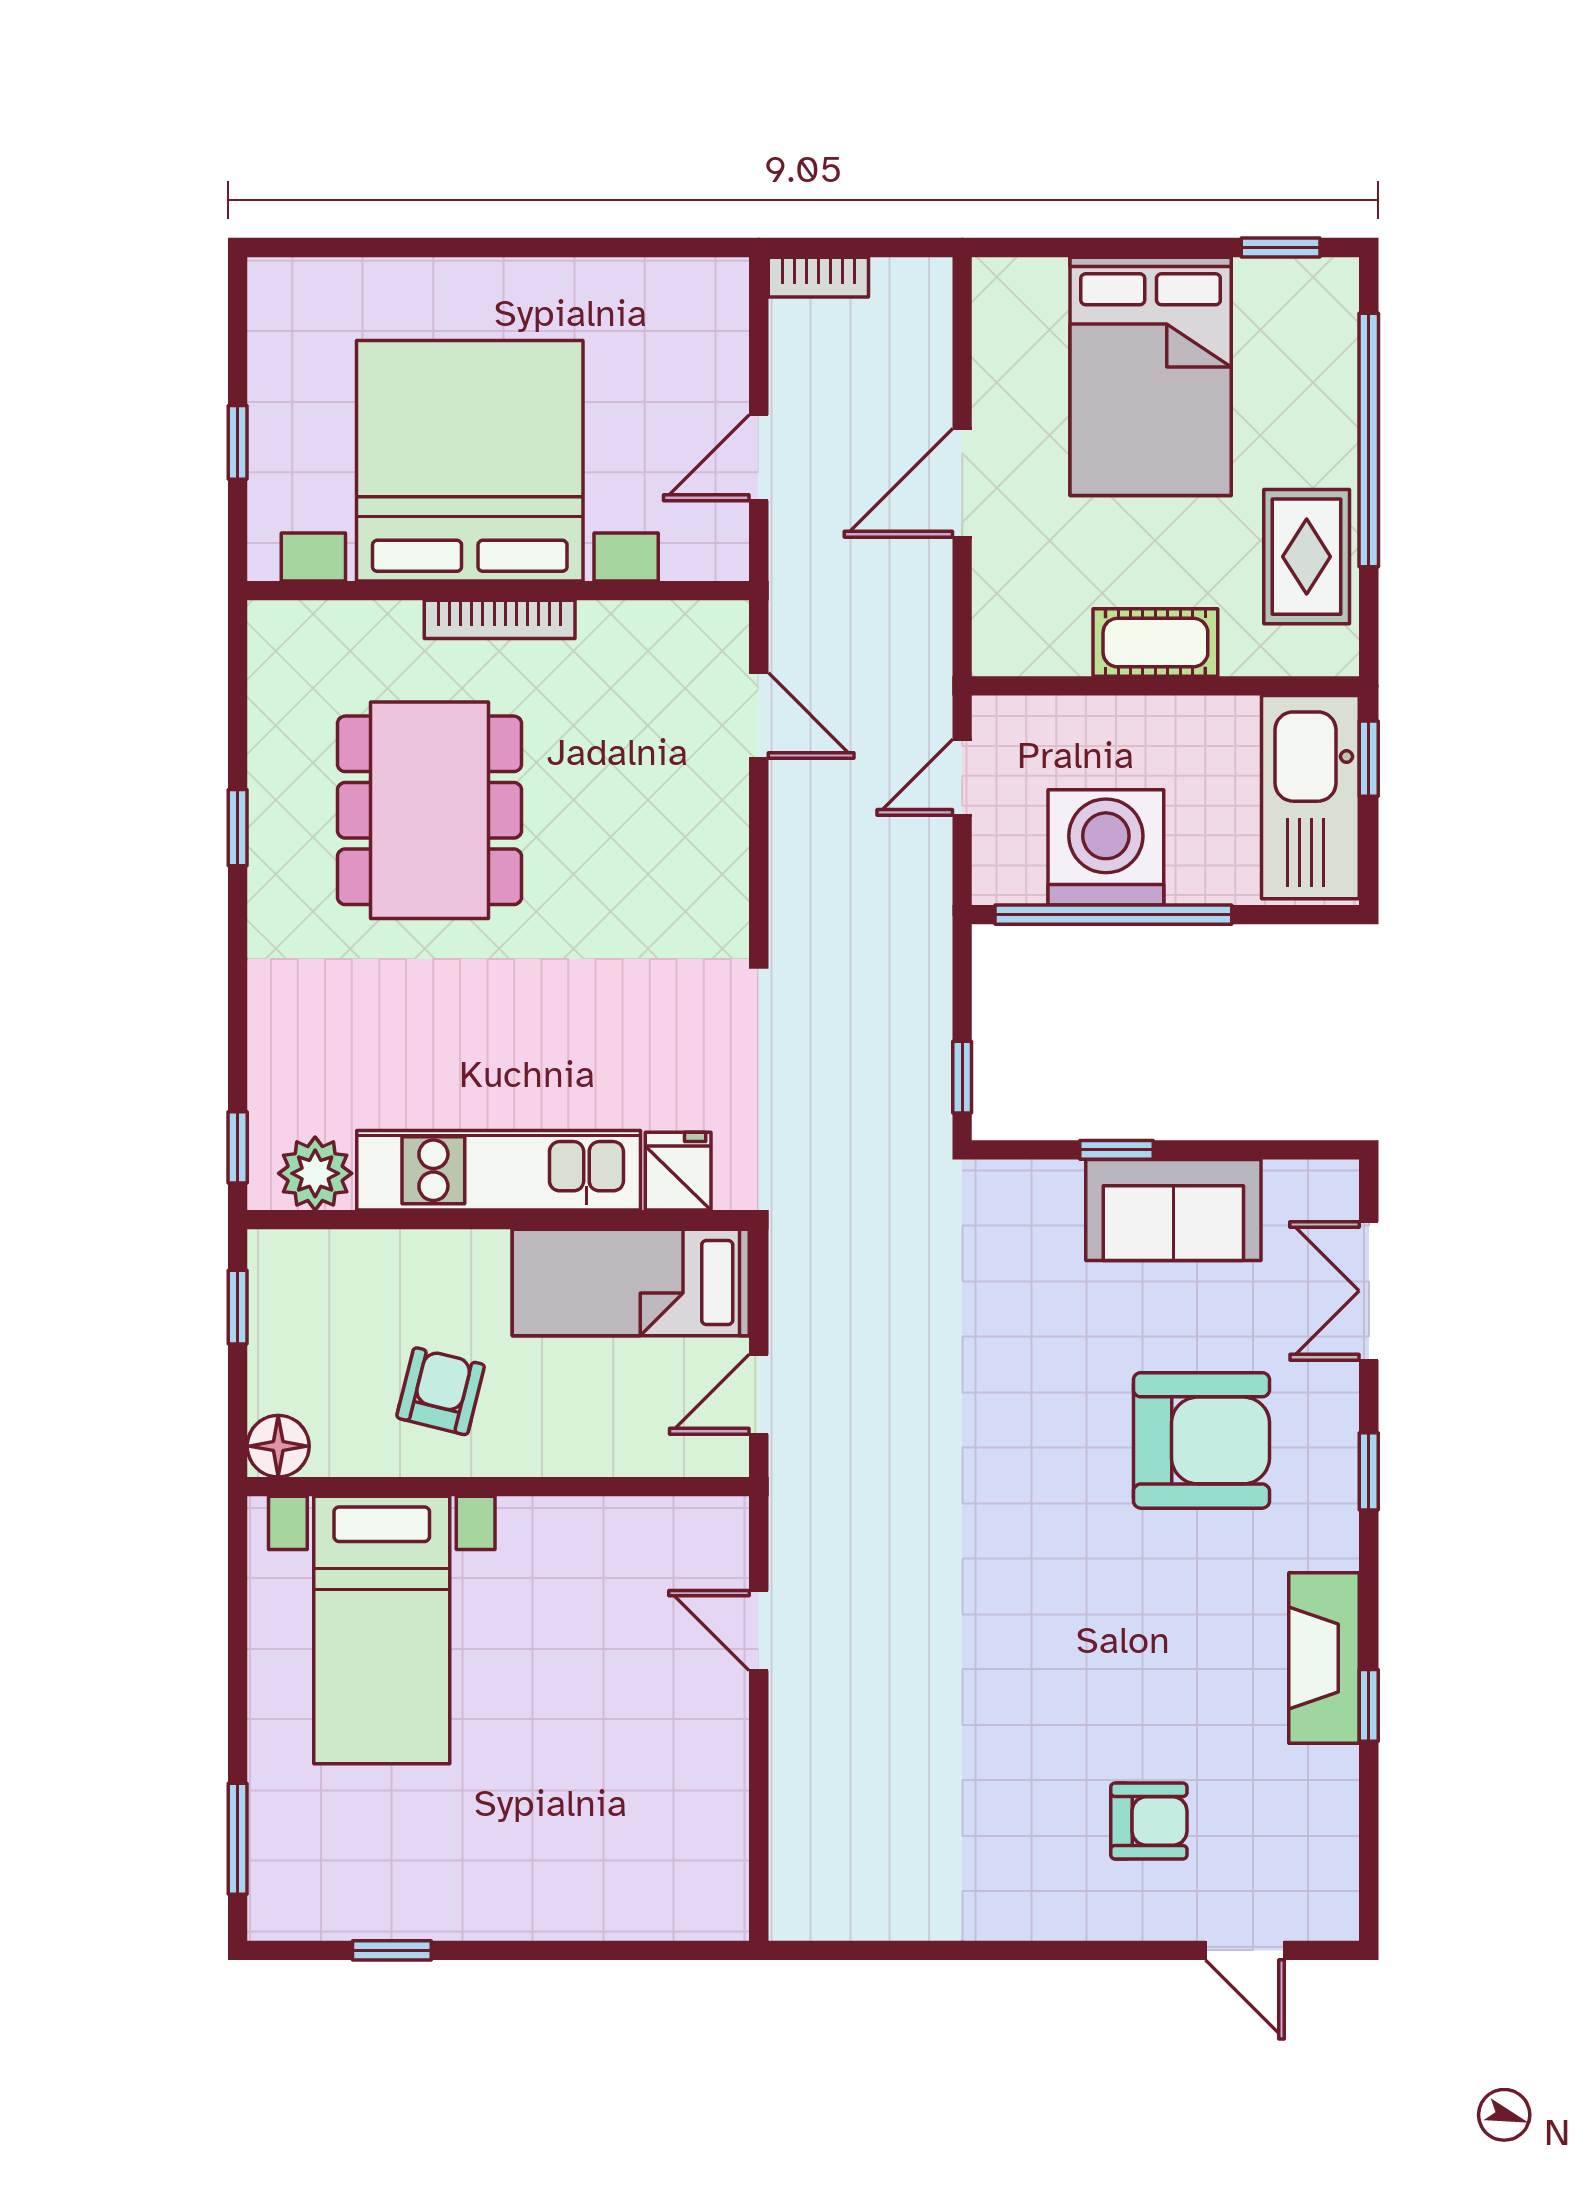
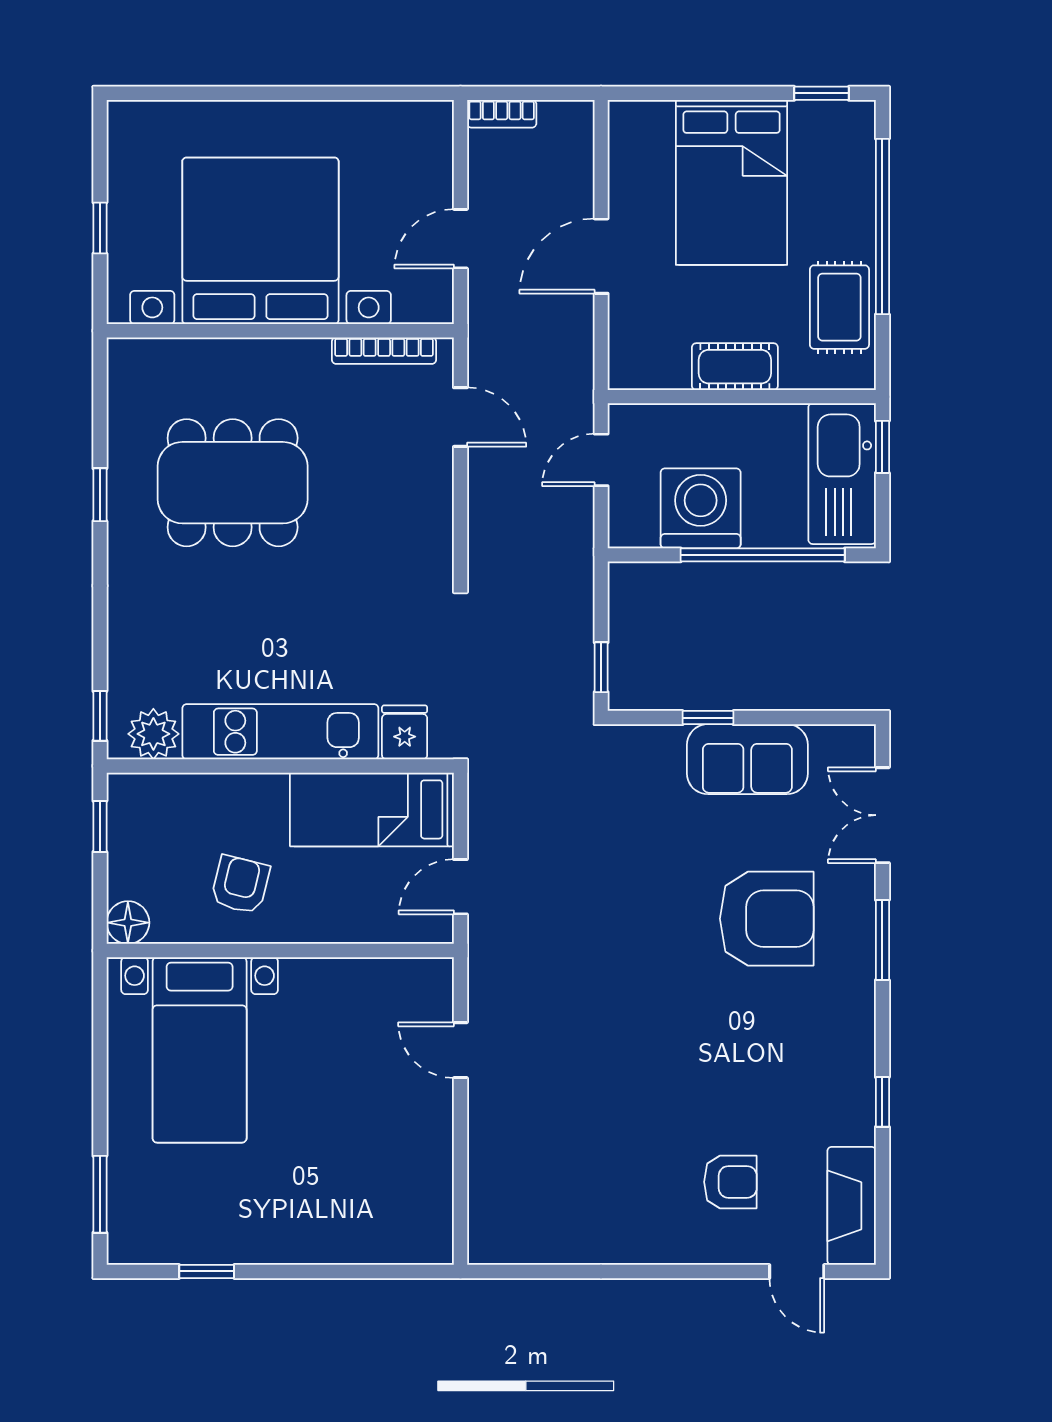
bookcase: (500, 619) -> (384, 351), moved
dining table: (429, 810) -> (233, 483), turned 90
window: (1113, 915) -> (763, 555), moved
window: (1369, 1471) -> (882, 940), width x1.50
fireplace: (1324, 1658) -> (852, 1206), moved

